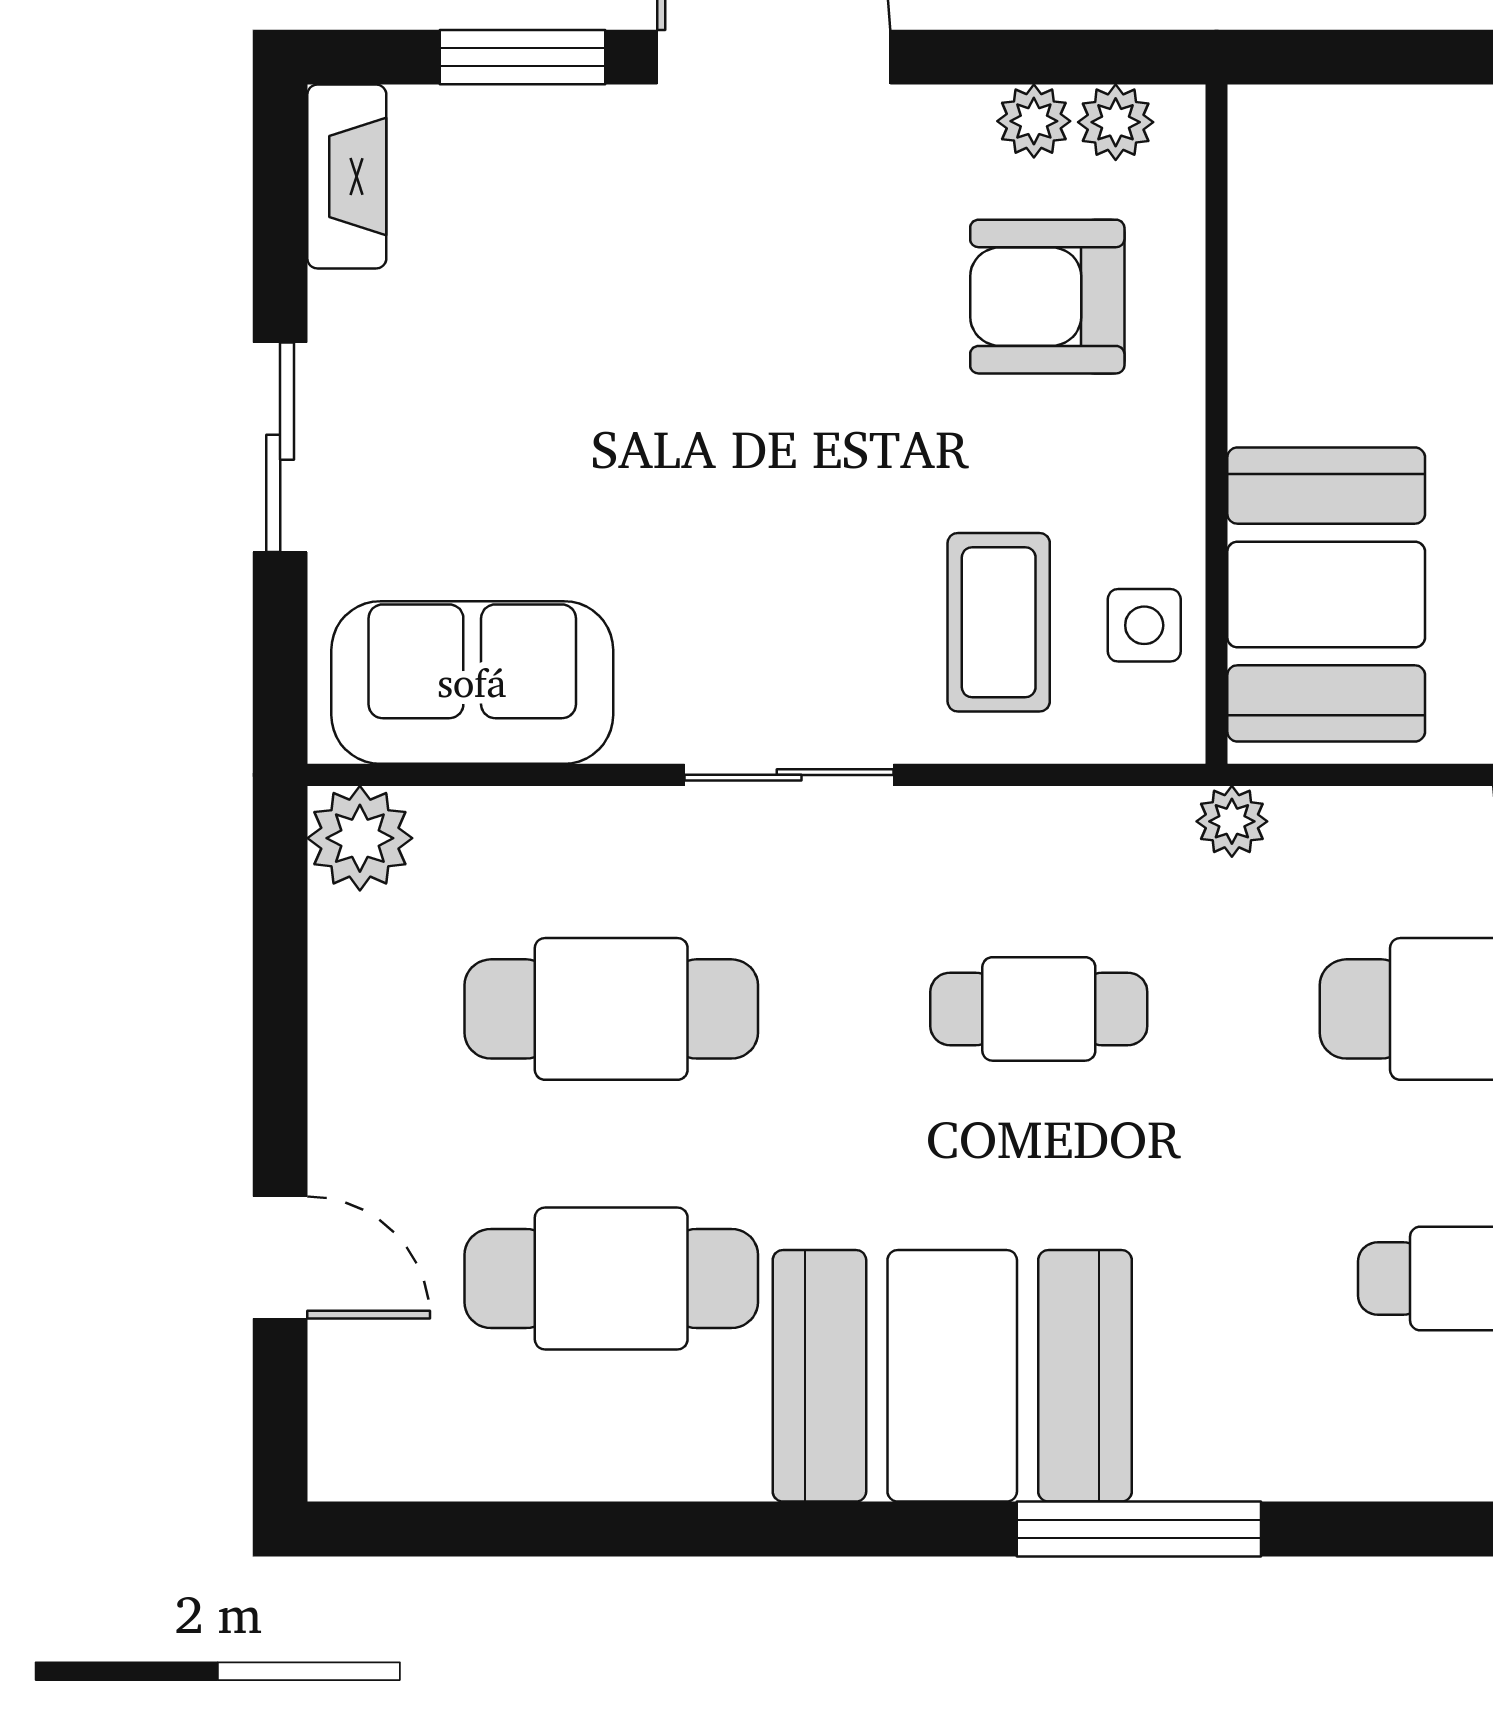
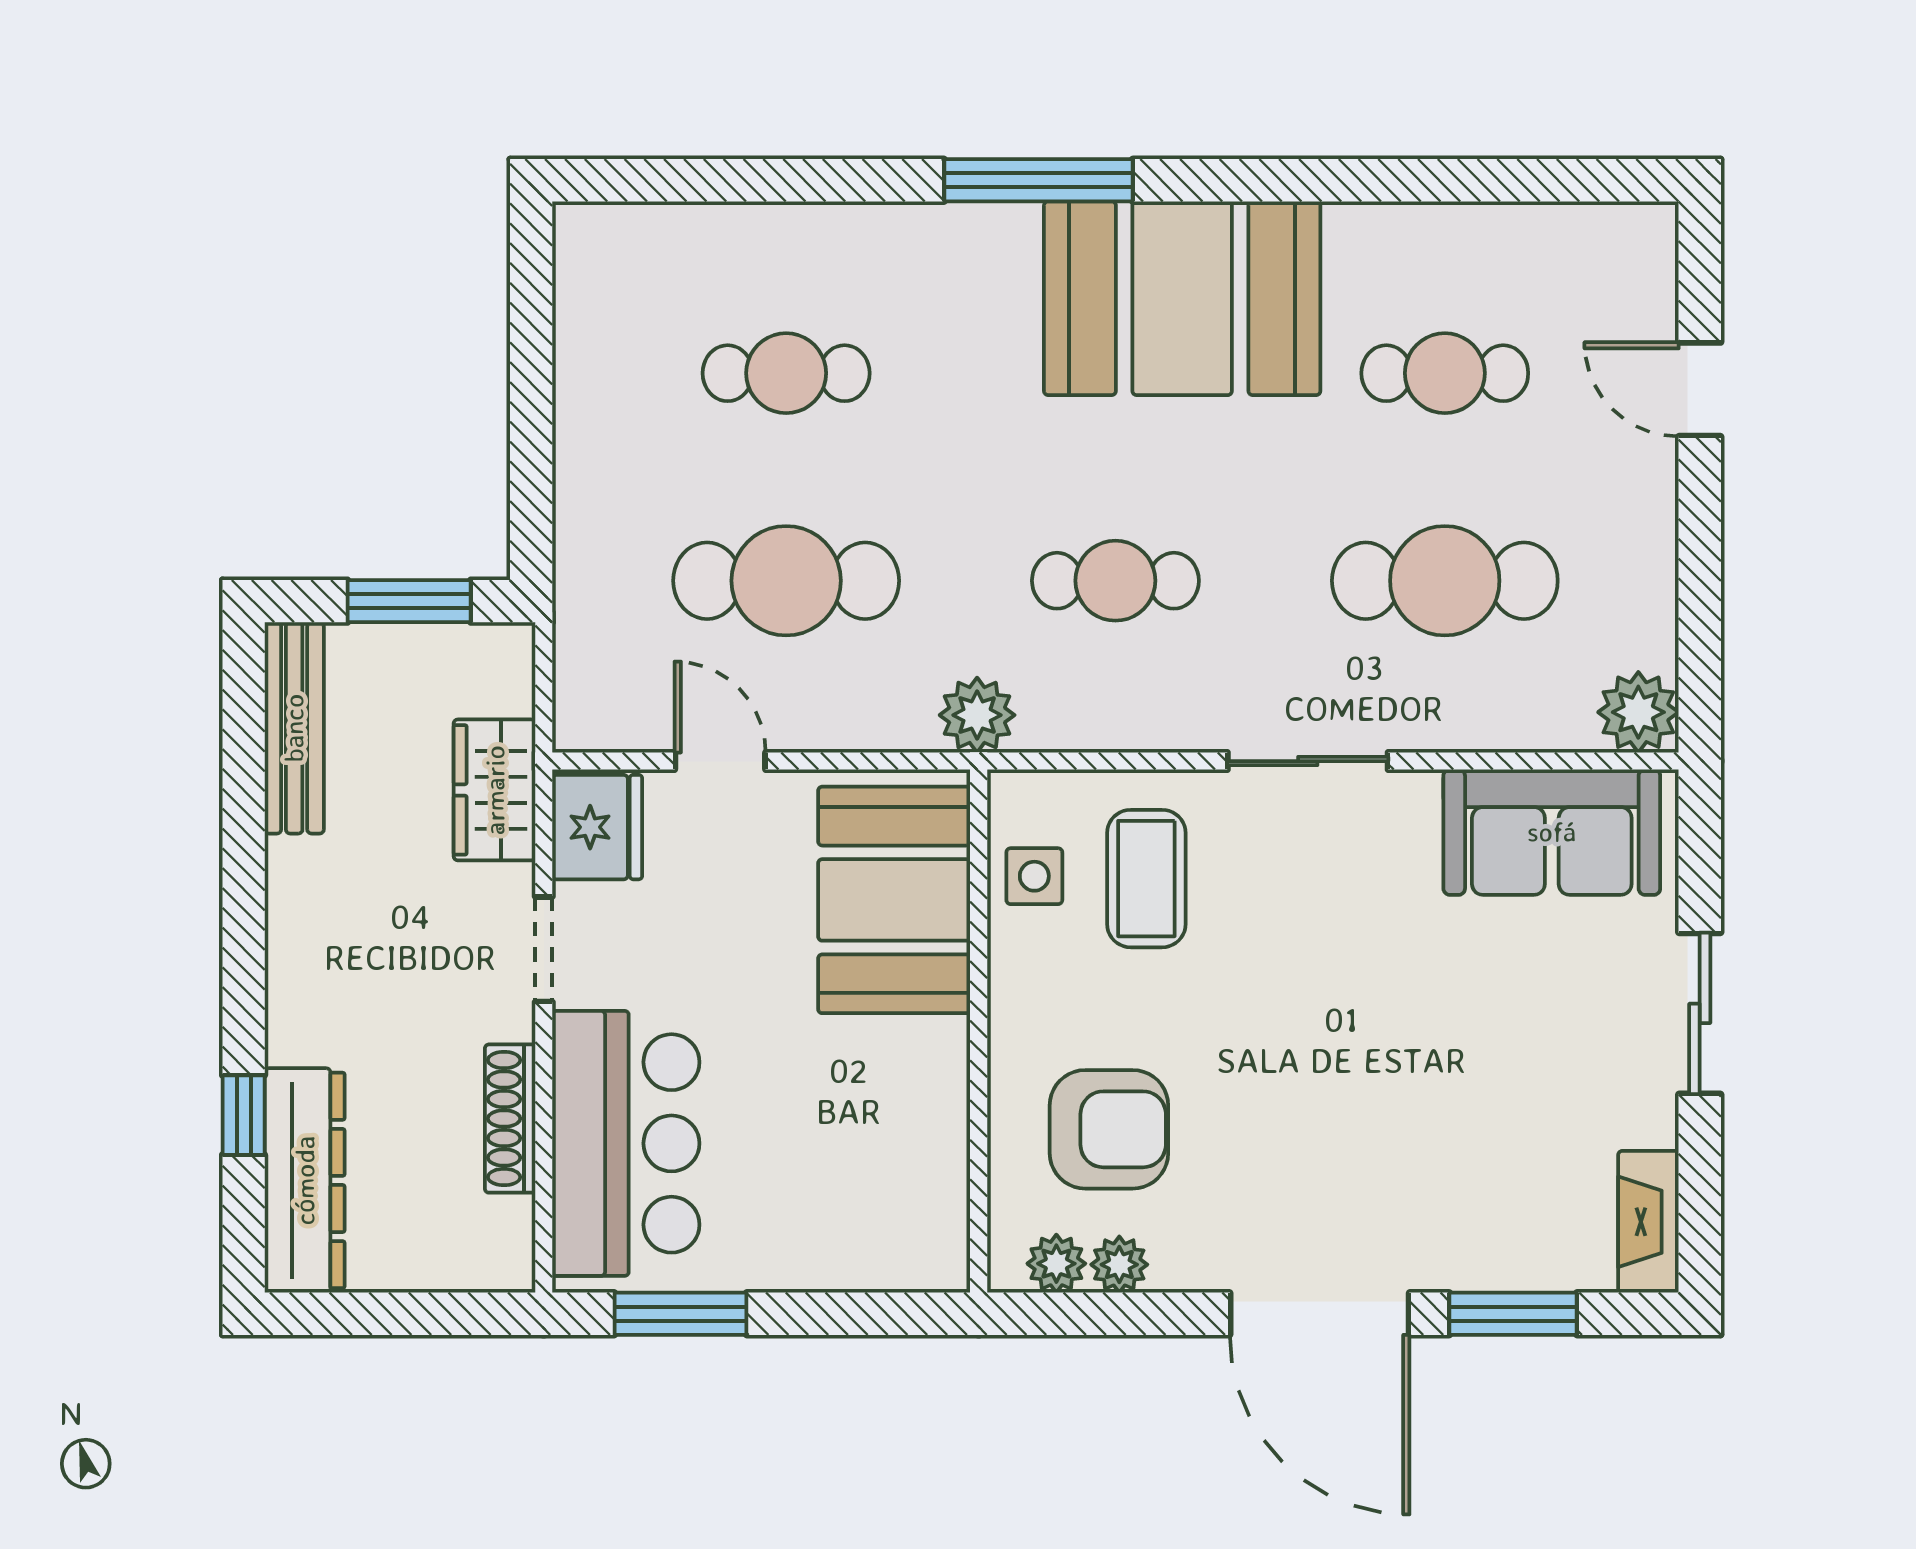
plant: (1232, 821) -> (977, 715), width x1.38, depth x1.38
cafe table: (611, 1278) -> (1445, 373), width x0.73, depth x0.74

